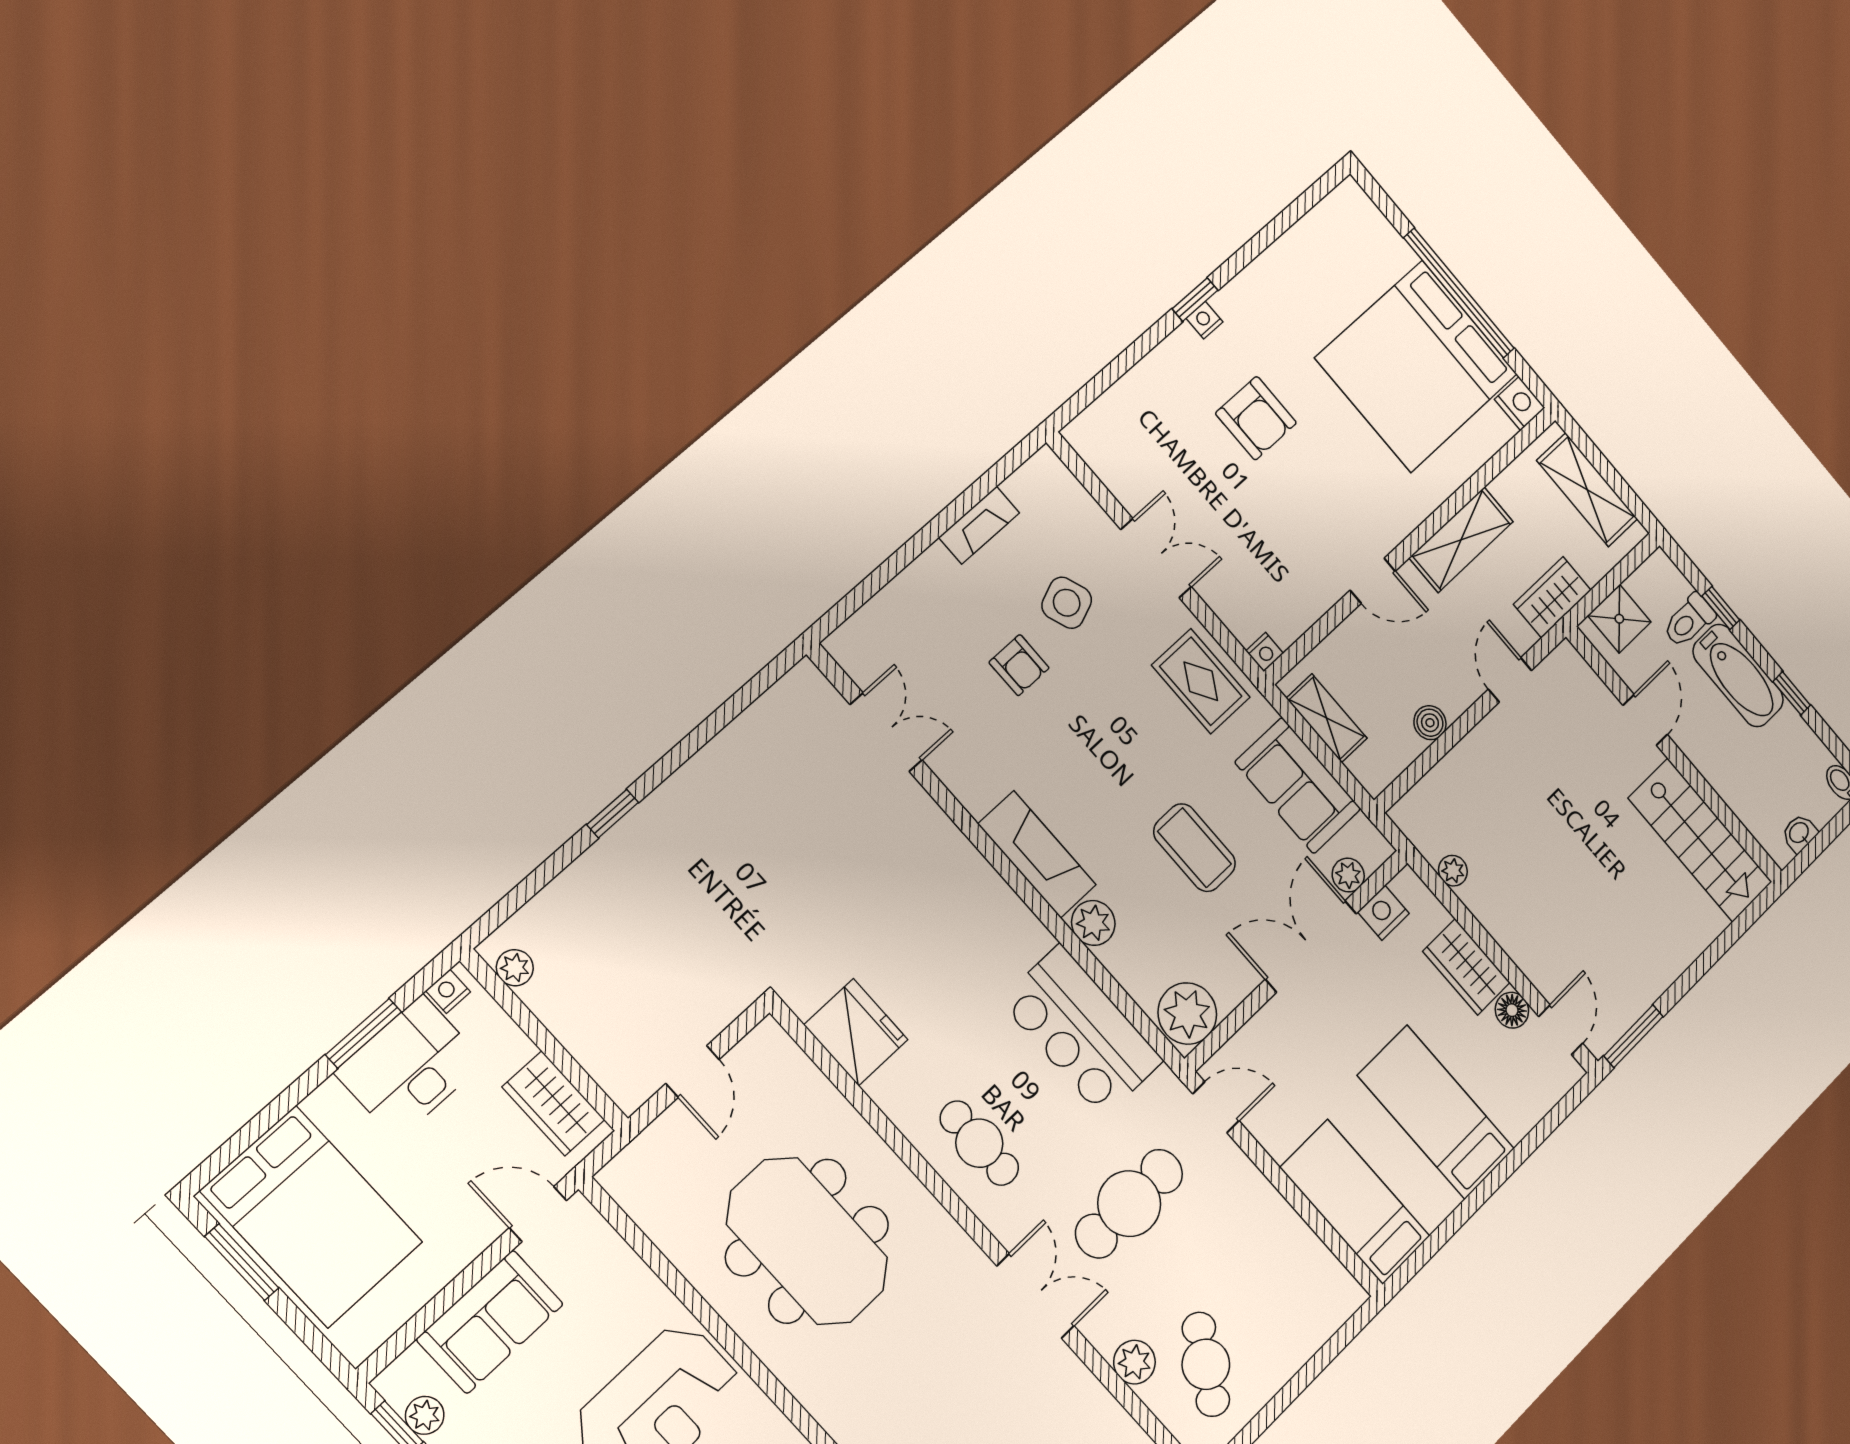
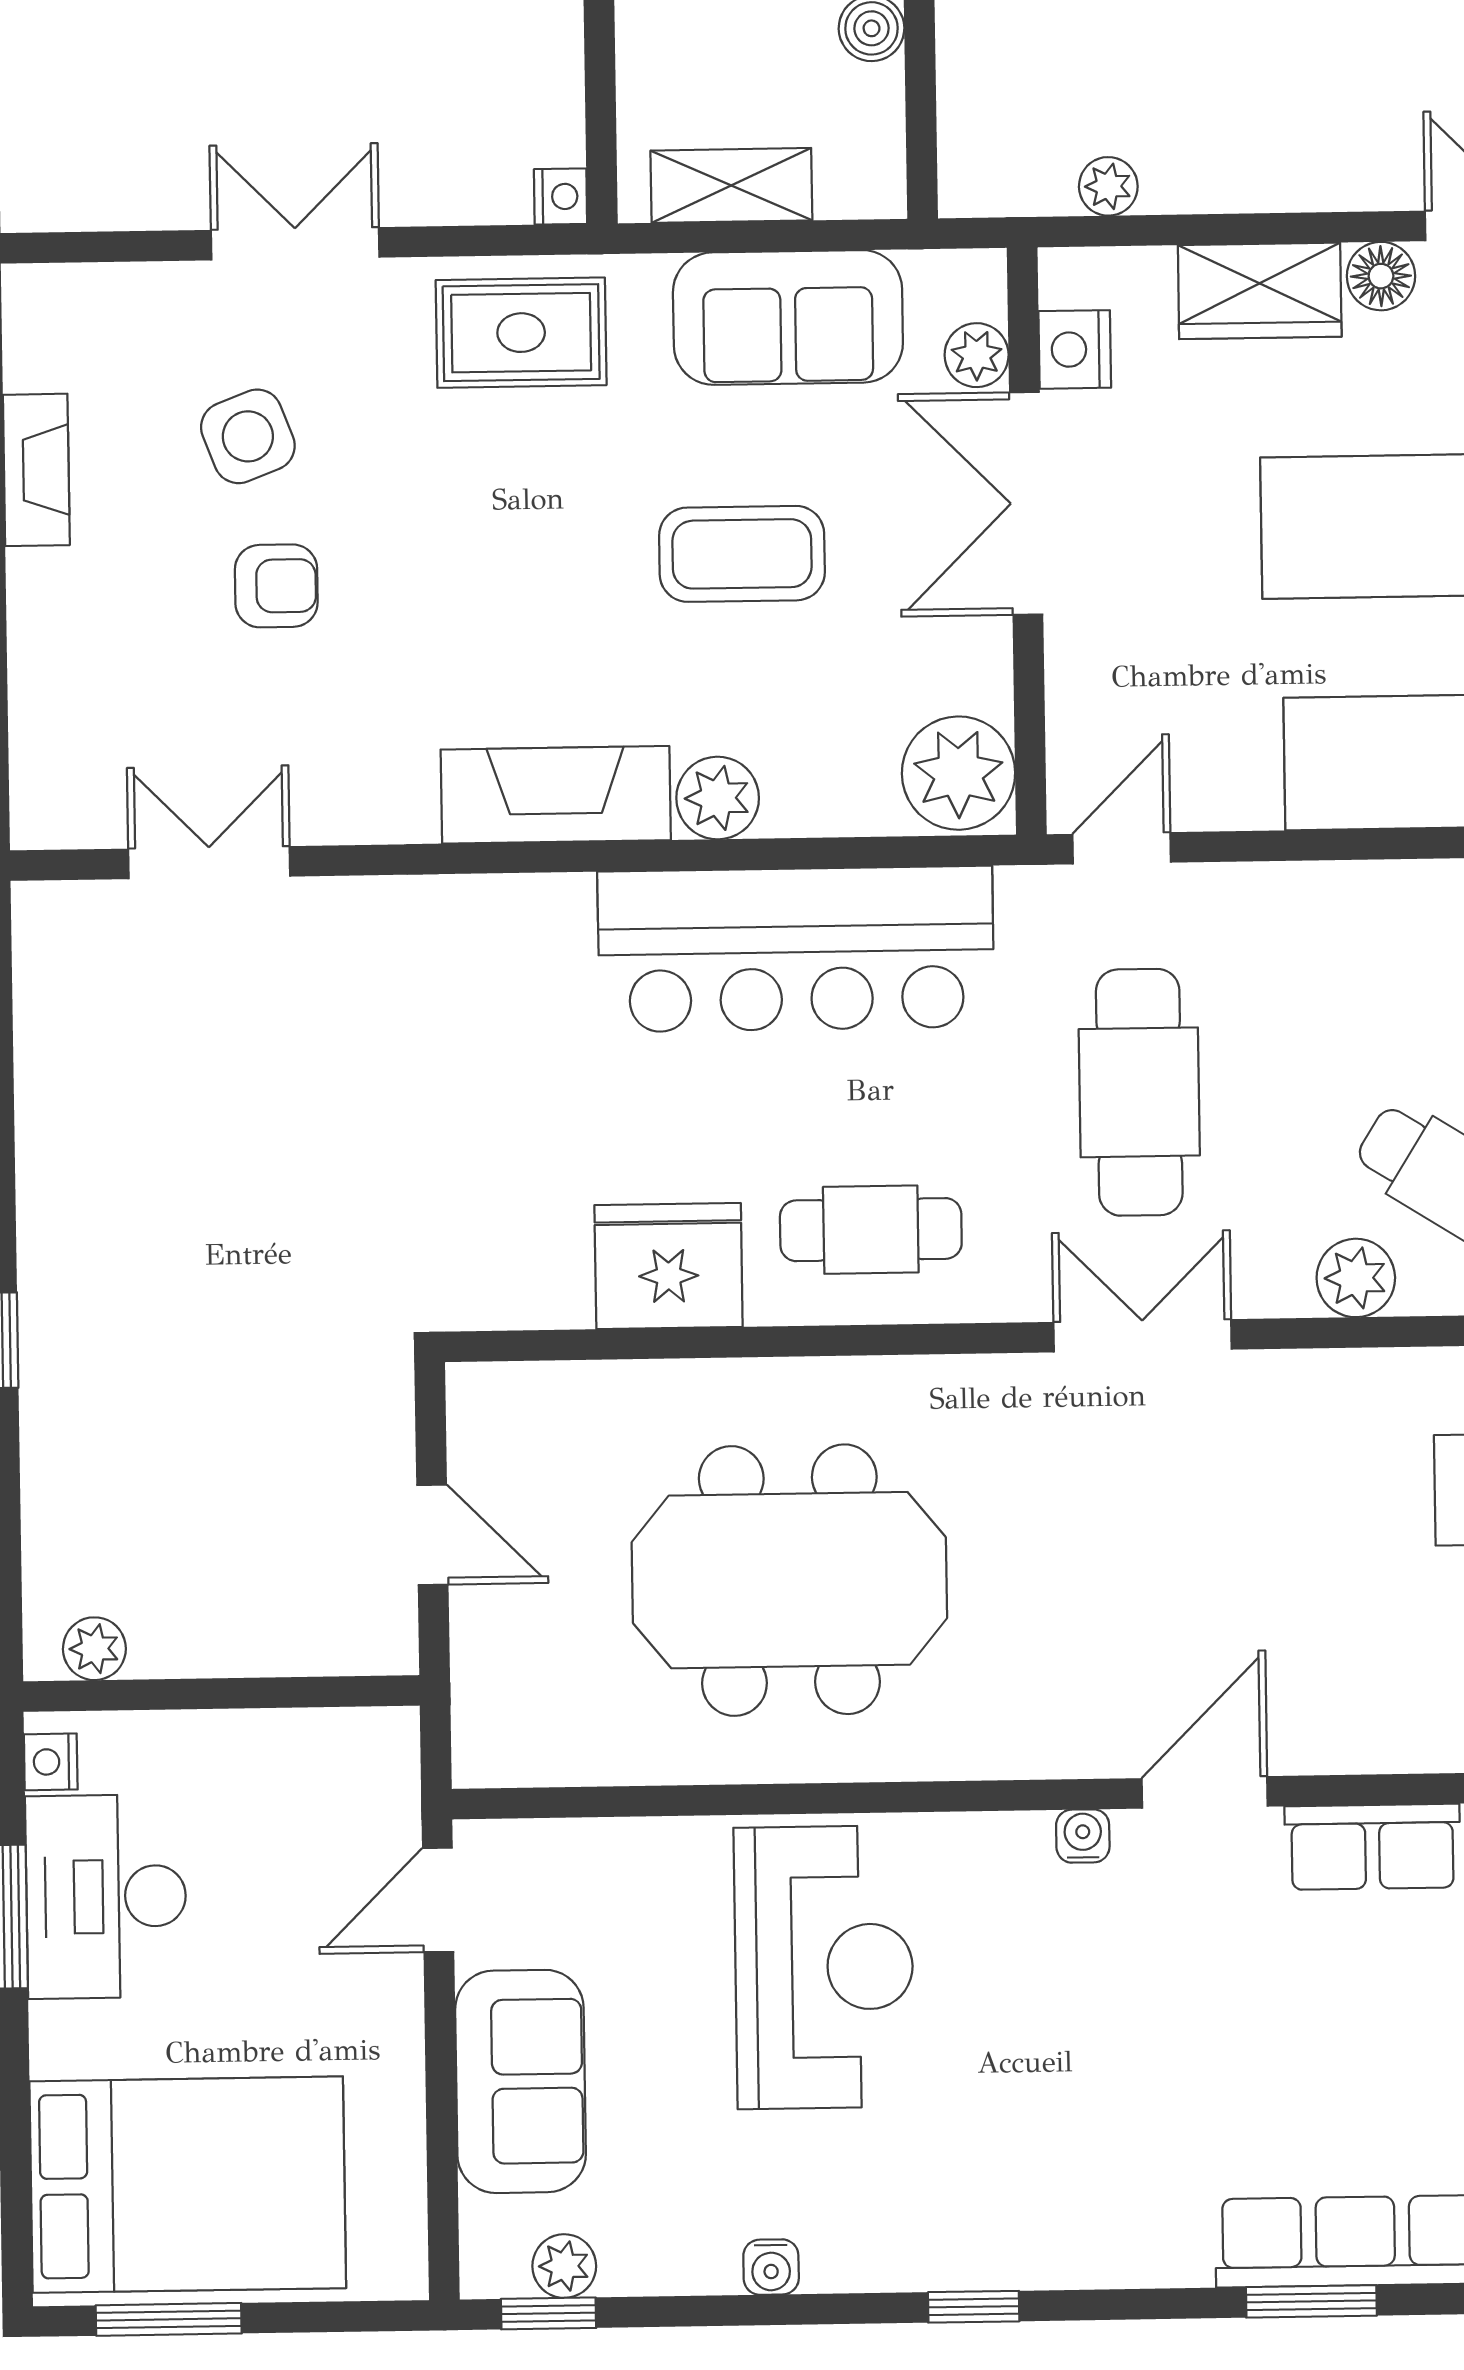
bar counter: (1082, 1031) -> (796, 949), width x1.36
fridge: (856, 1032) -> (669, 1266), moved
wardrobe: (553, 1103) -> (314, 1754), removed

